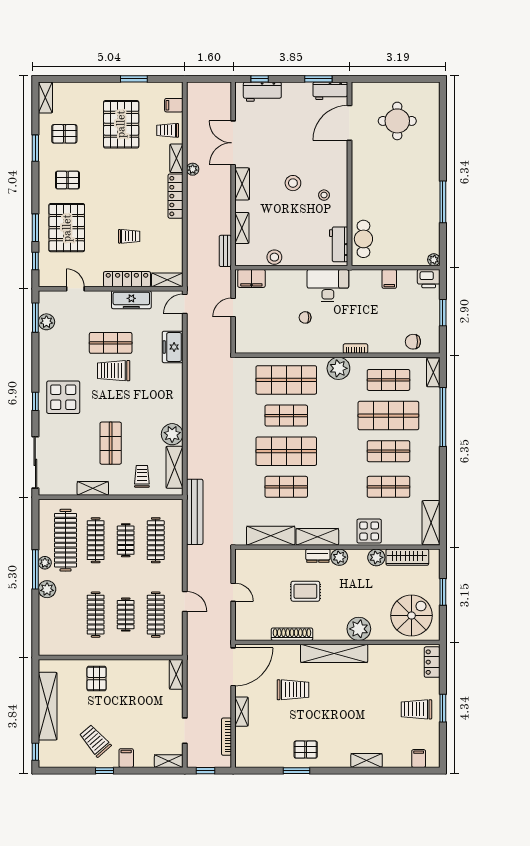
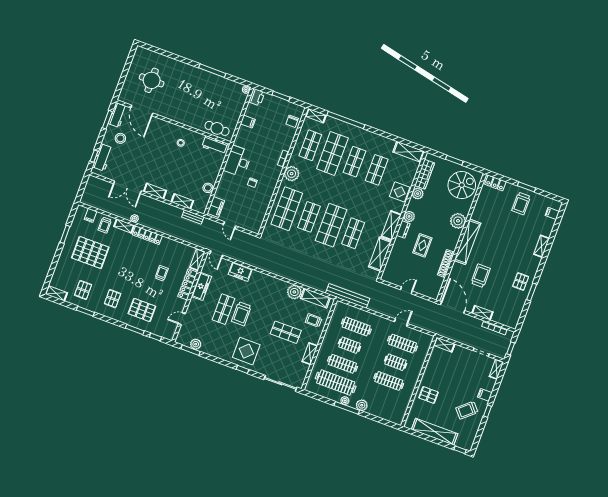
stool: (293, 183) -> (120, 138), moved
pallet: (67, 228) -> (142, 310), width x0.73, depth x0.71
spiral stairs: (412, 616) -> (462, 185), turned 90

